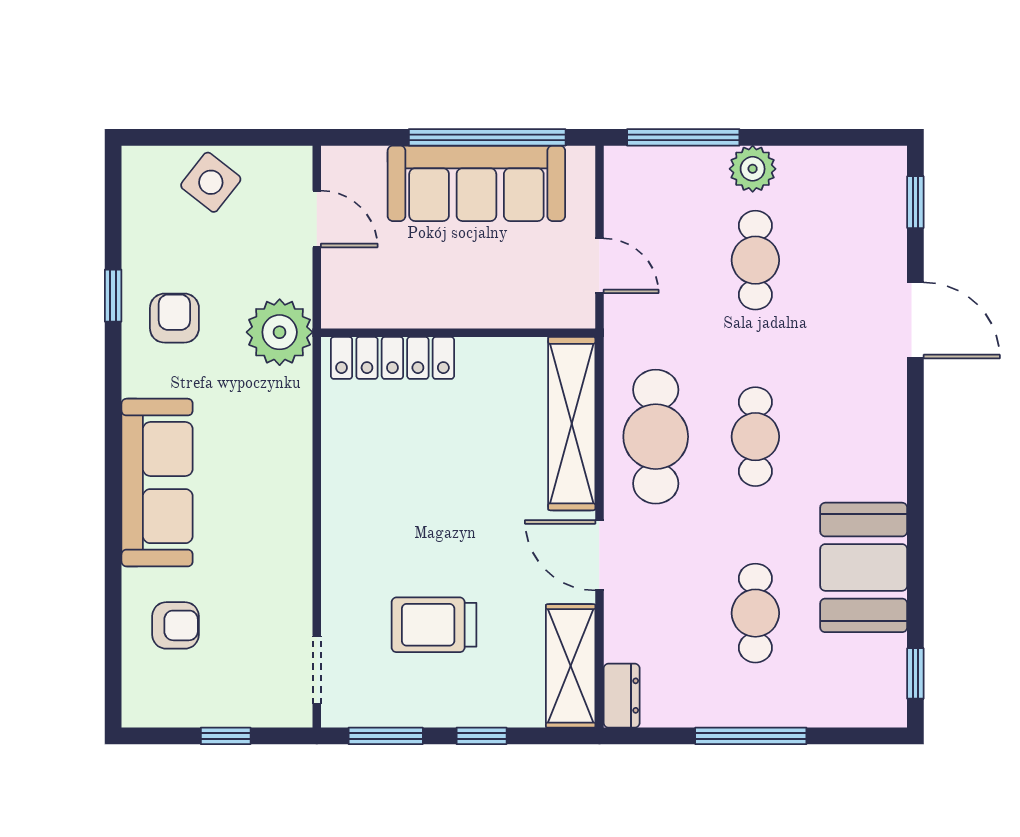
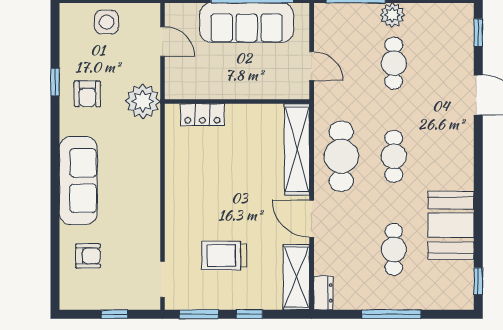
side table: (211, 182) -> (107, 22), turned -38
armchair: (174, 318) -> (87, 94), turned 180
locker: (392, 358) -> (202, 115), width x0.66

